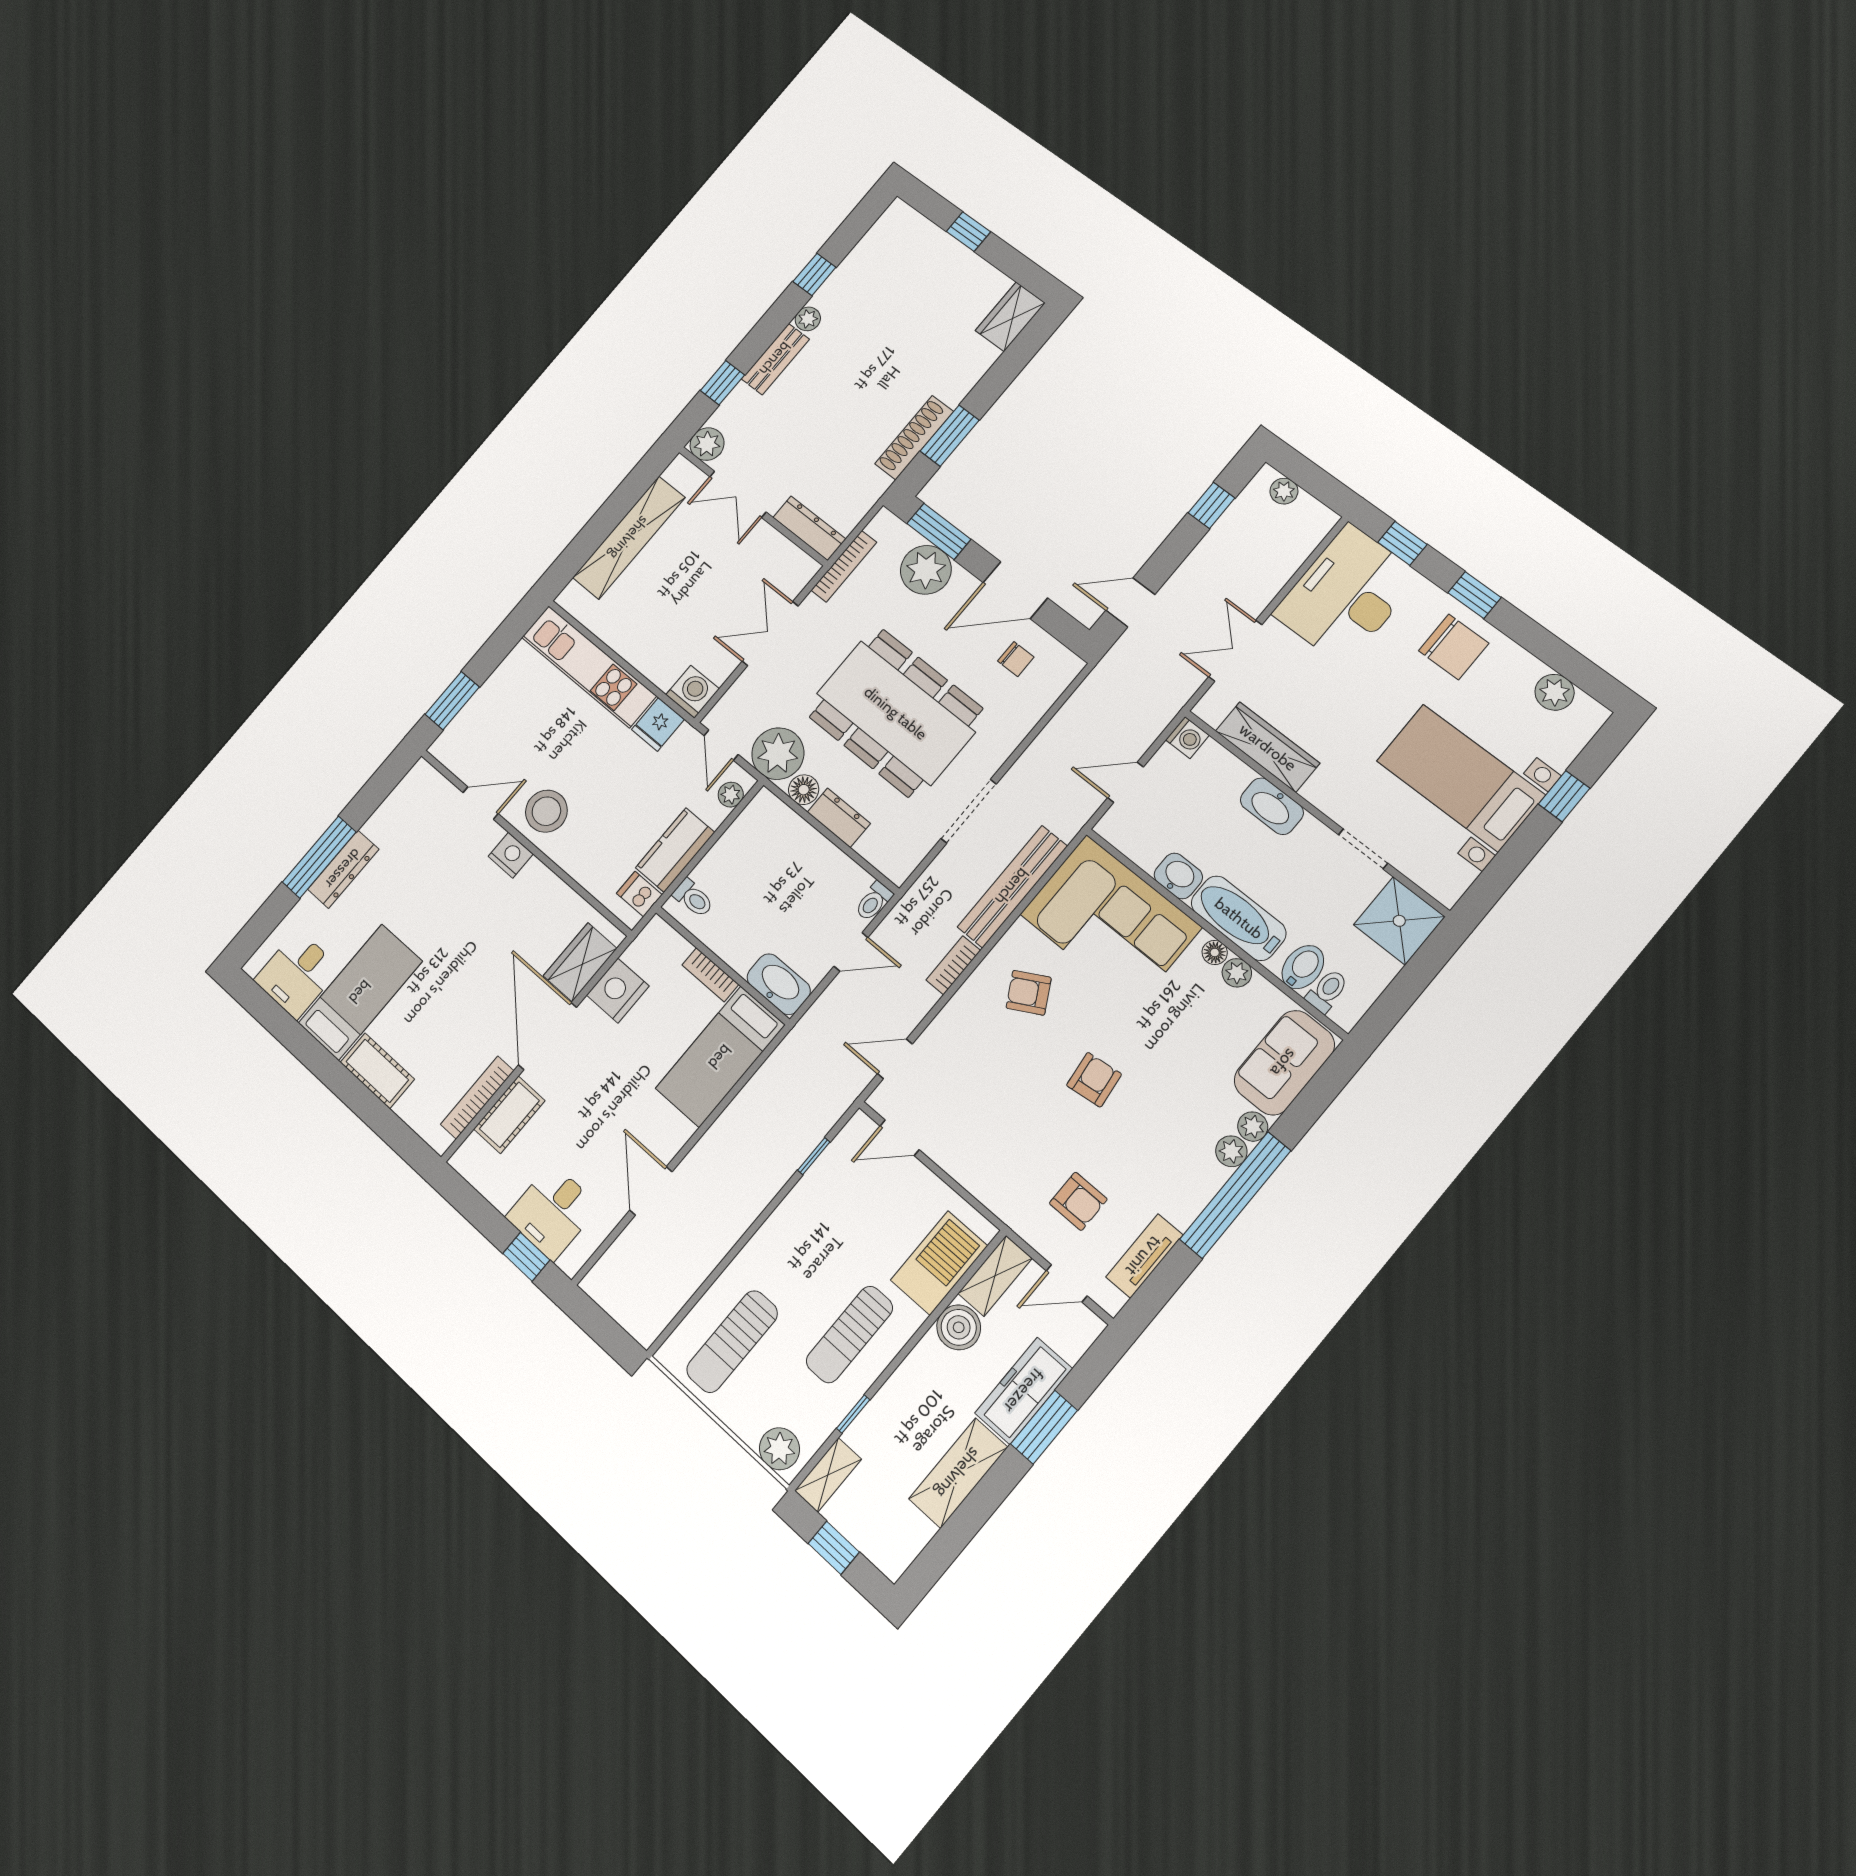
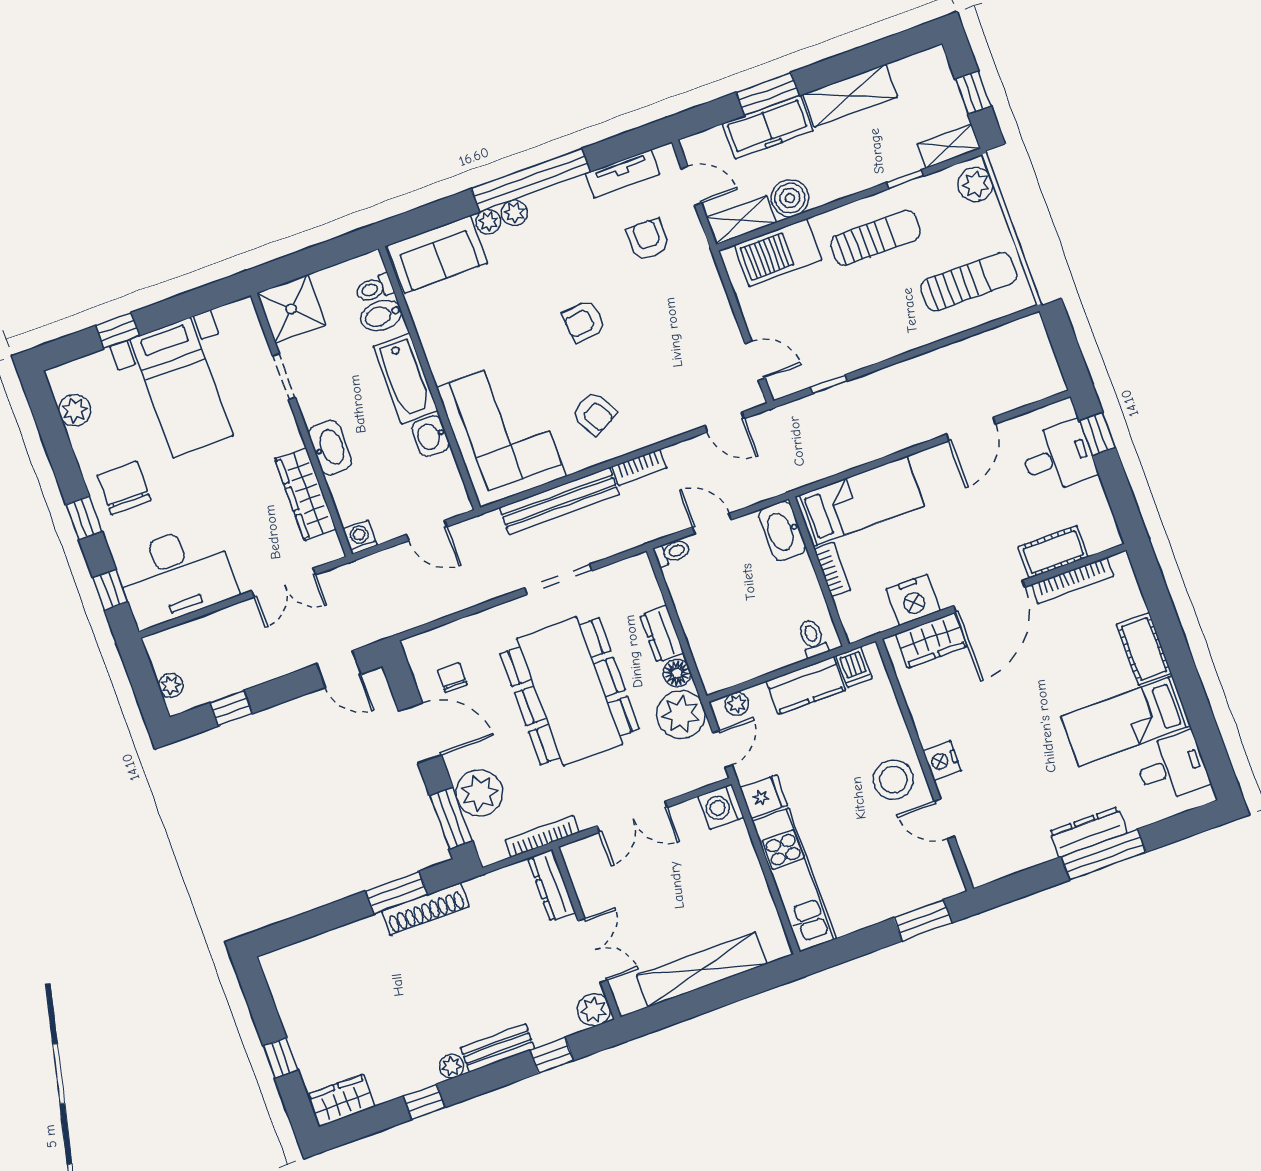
wardrobe: (1010, 317) -> (341, 1101), moved, turned 180
floor lamp: (1215, 953) -> (439, 363), removed
plant: (1237, 973) -> (432, 339), removed

